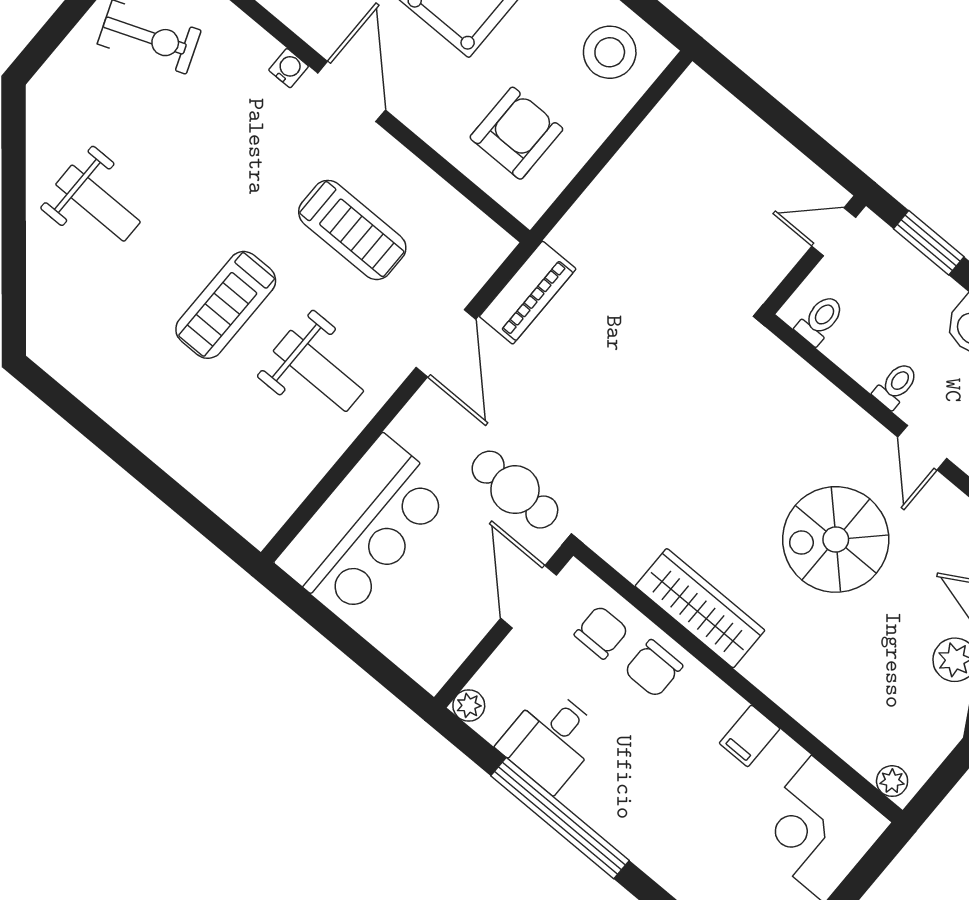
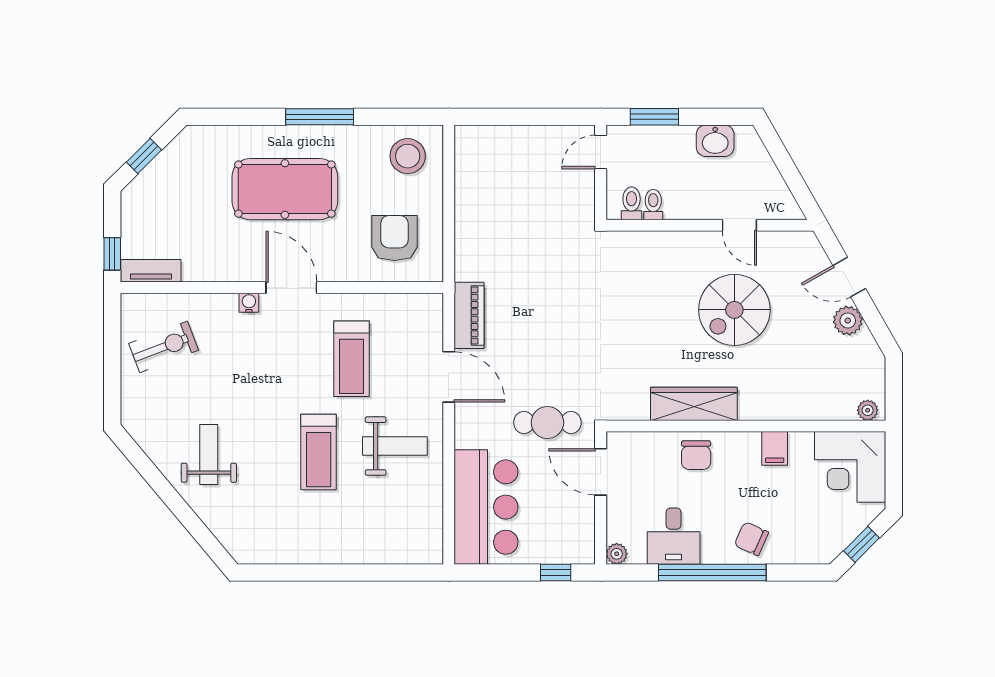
weight bench: (98, 203) -> (209, 455), turned -90
treadmill: (352, 230) -> (352, 359), turned 90
toilet: (896, 385) -> (653, 205), moved
chair: (601, 632) -> (751, 539), moved, turned -66
window: (381, 669) -> (556, 573), added

